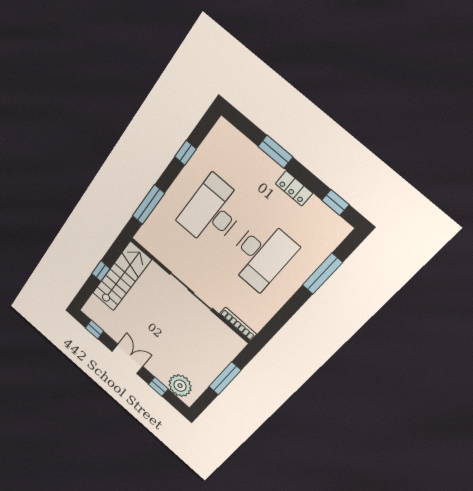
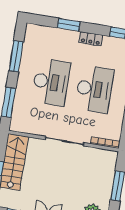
window: (186, 153) -> (16, 56), width x2.17
desk: (212, 212) -> (51, 82), turned 180

